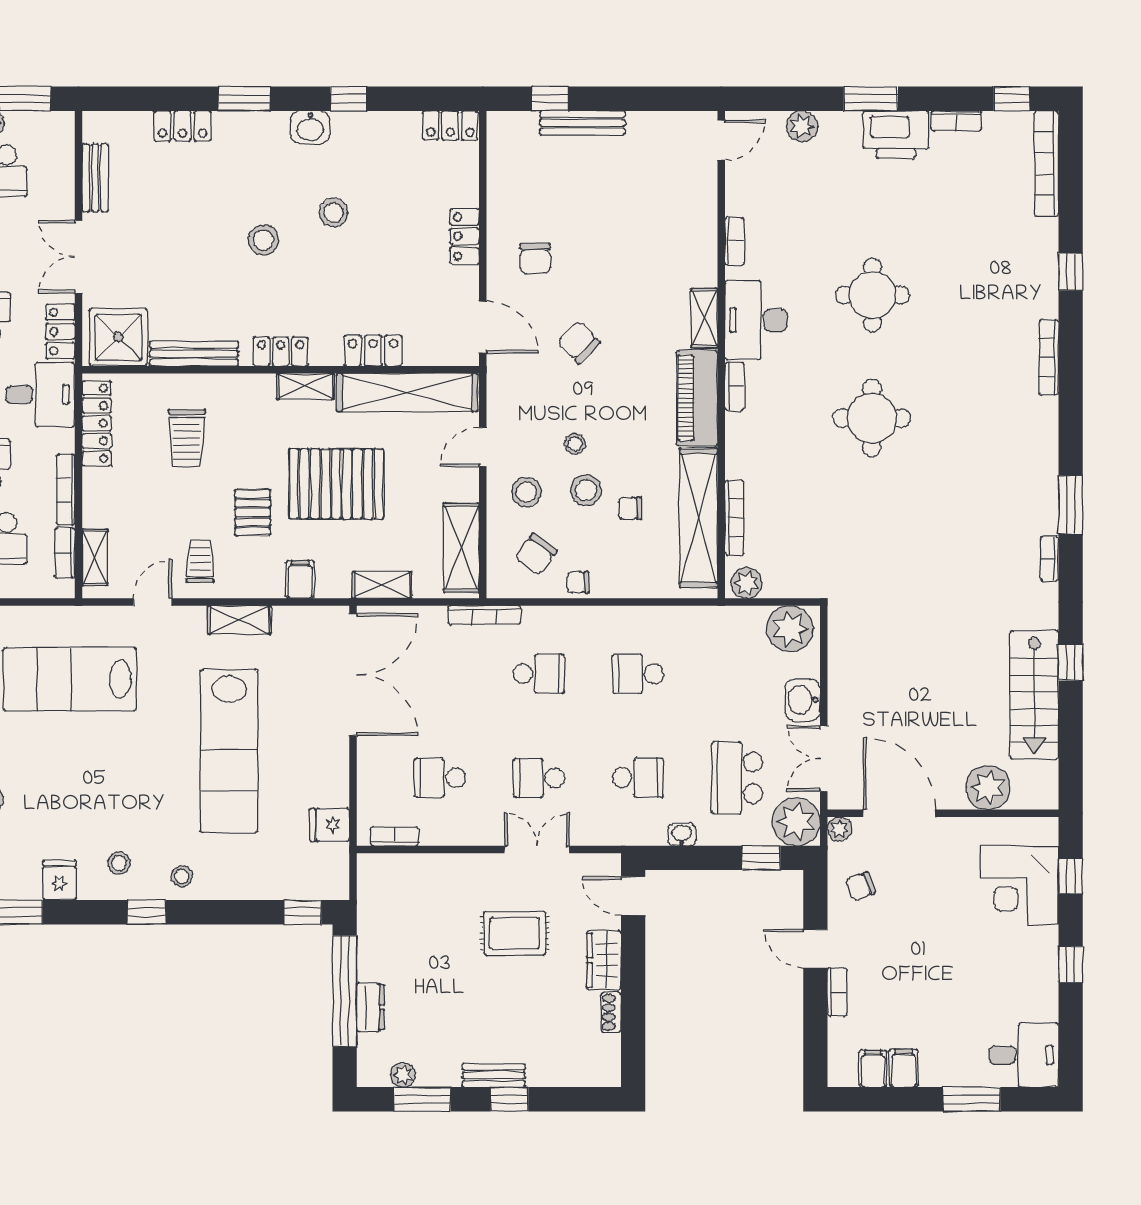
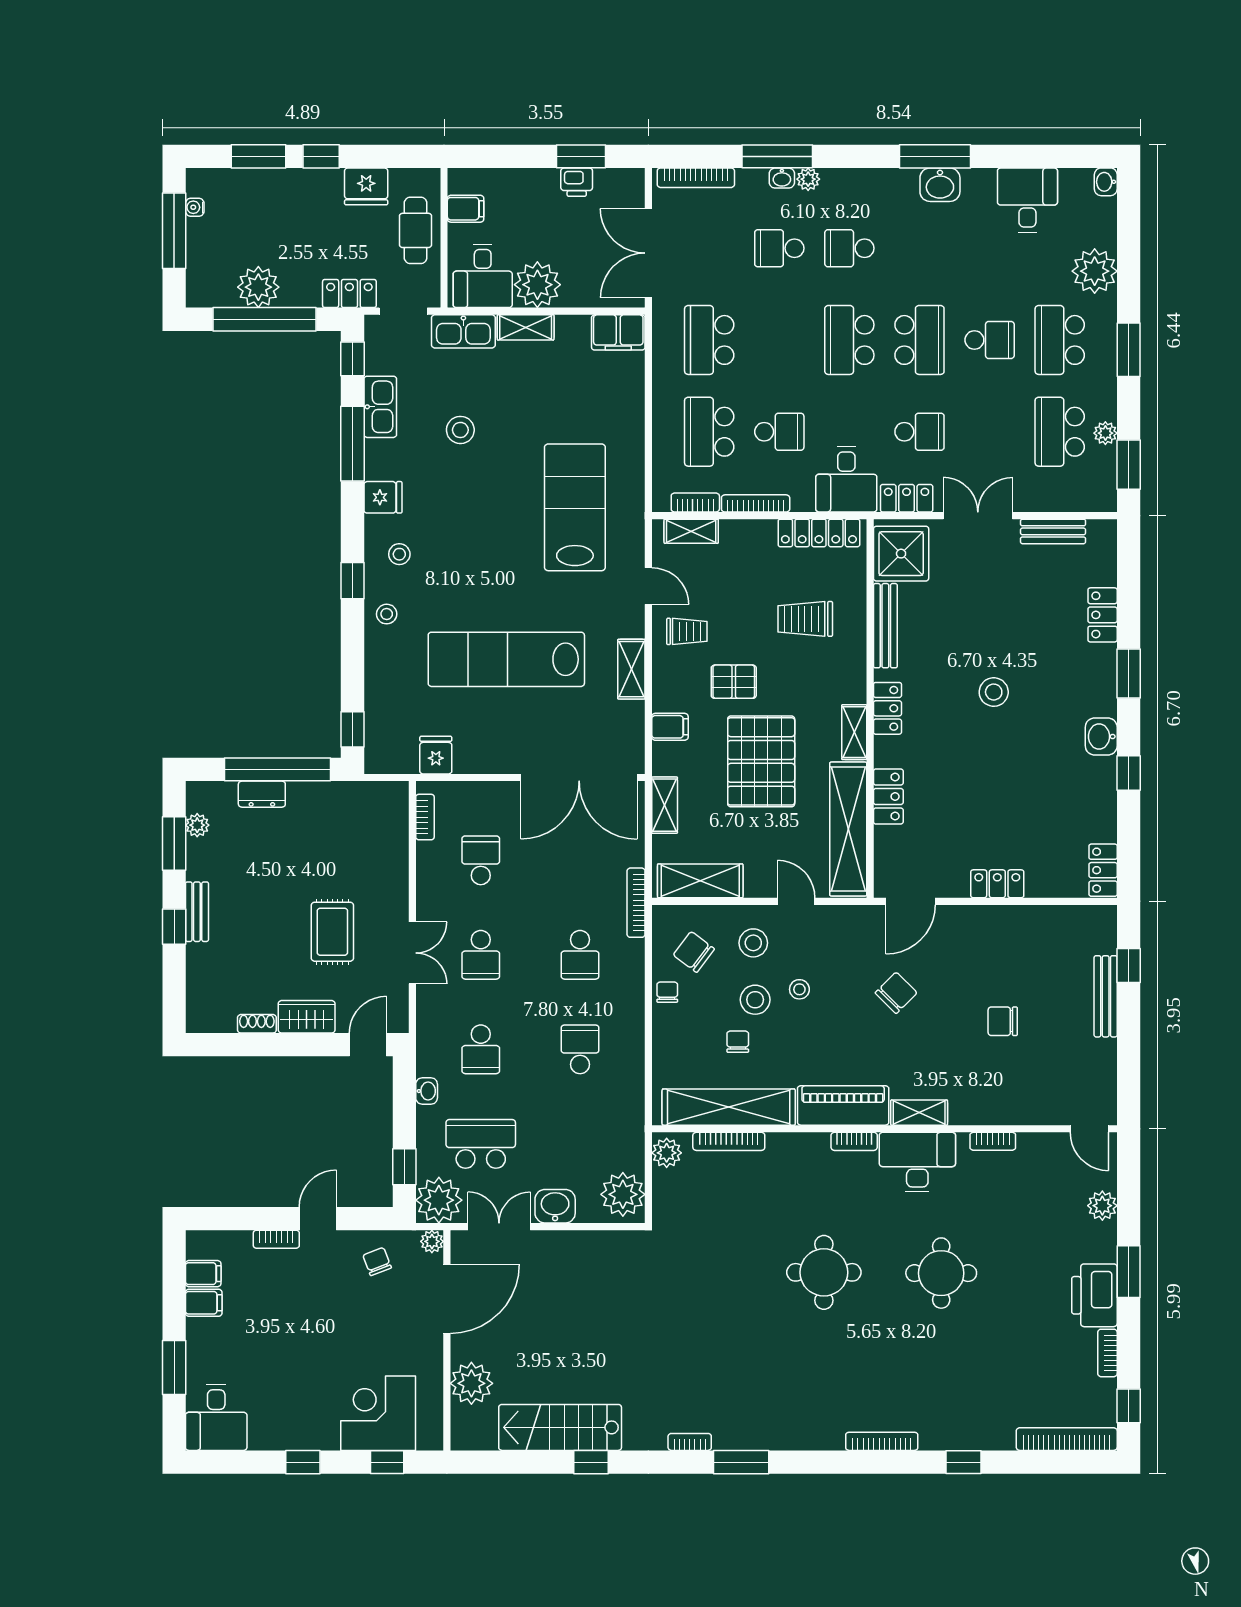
stool: (333, 212) -> (1020, 759), removed
chair: (535, 259) -> (1003, 1021), moved
school desk: (539, 778) -> (481, 955), turned 180

